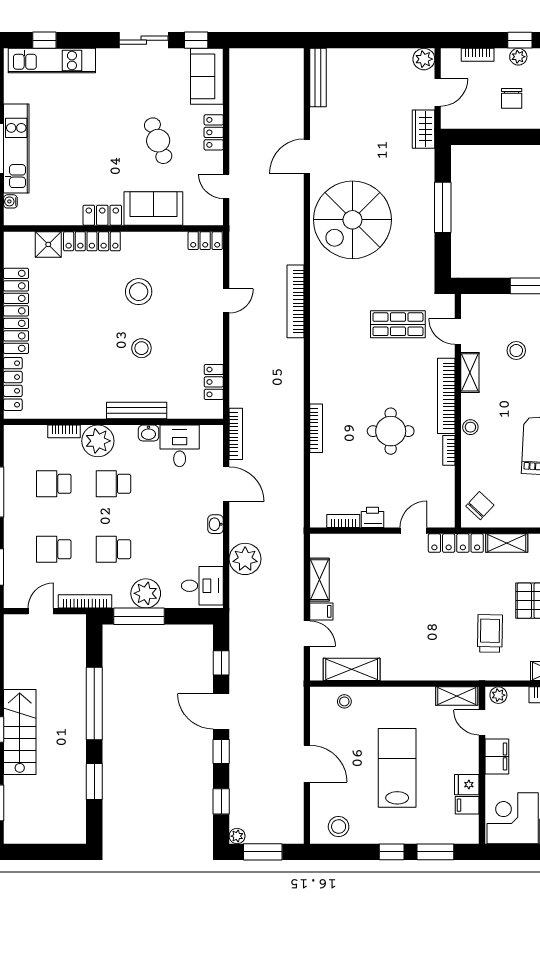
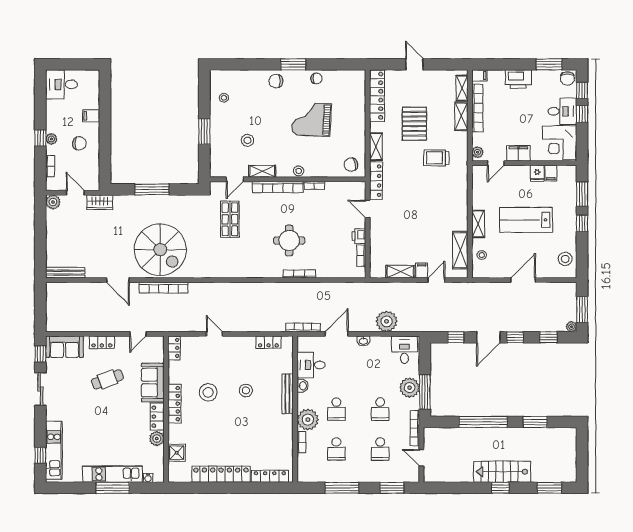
plant: (69, 215) -> (157, 438), added
locker: (92, 241) -> (175, 404), moved
bookcase: (296, 301) -> (164, 288), moved
round table: (391, 431) -> (289, 240), moved
chair: (480, 506) -> (351, 165), turned -55
shelving: (457, 696) -> (478, 224), moved

